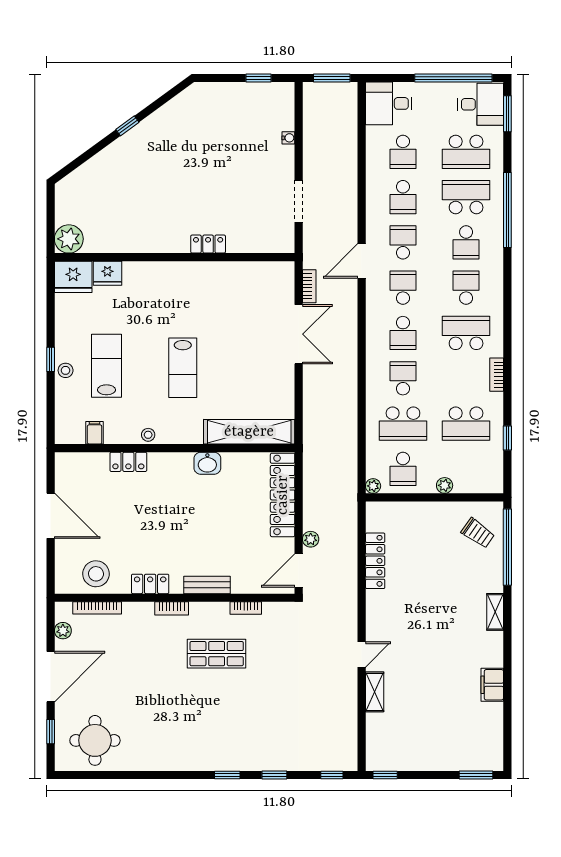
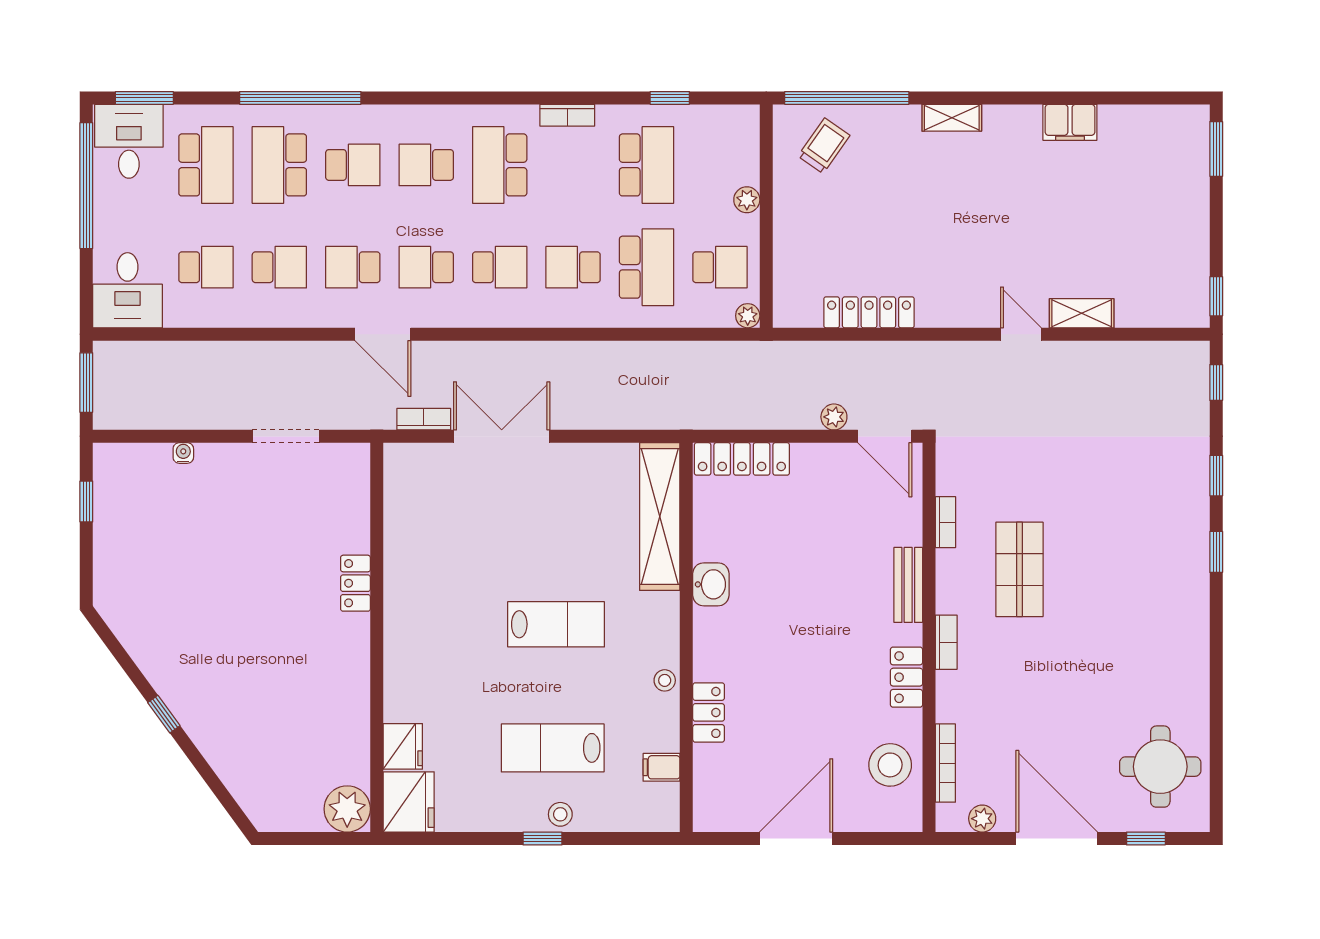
locker: (283, 495) -> (742, 459), width x0.71, depth x0.83

